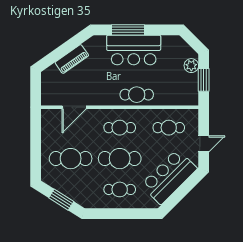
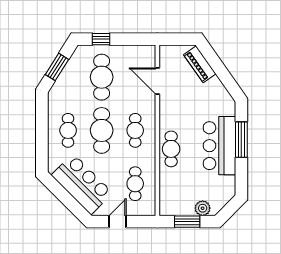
piano: (72, 59) -> (200, 64), moved
door: (204, 144) -> (118, 222), swing flipped
window: (36, 159) -> (101, 39), added

